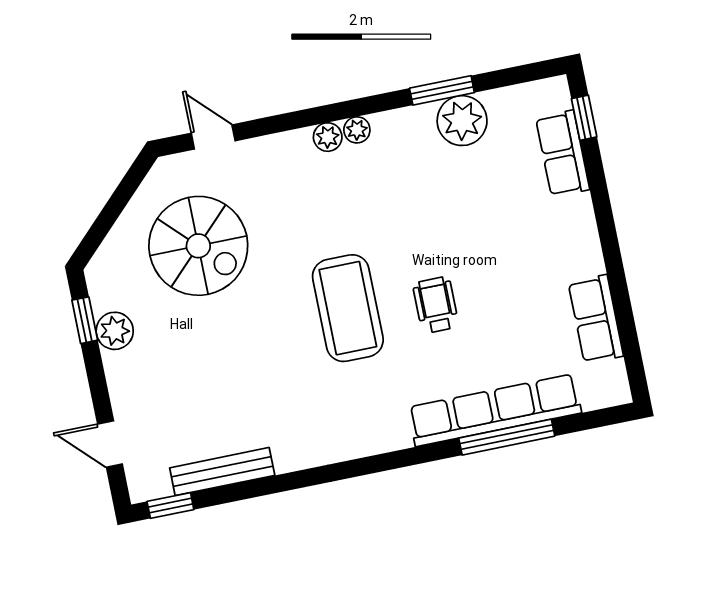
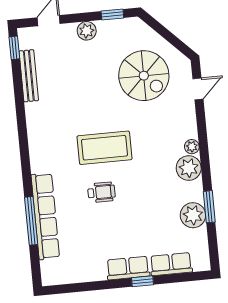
window: (584, 118) -> (143, 281), moved
plant: (357, 130) -> (189, 168), width x1.88, depth x1.88
spiral stairs: (198, 246) -> (144, 76), turned -90
row of seats: (596, 319) -> (128, 268), moved
plant: (115, 331) -> (87, 31), moved

